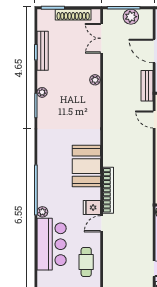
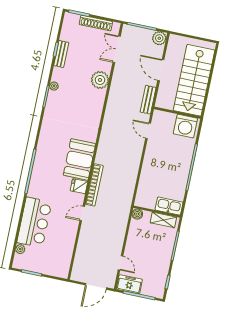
plant: (131, 17) -> (159, 38), moved
bench: (43, 51) -> (61, 54), width x0.73
plant: (95, 80) -> (100, 80), width x1.87, depth x1.87
fridge: (92, 207) -> (79, 186), moved
plant: (42, 212) -> (20, 249), moved
cafe table: (86, 262) -> (62, 244), removed

